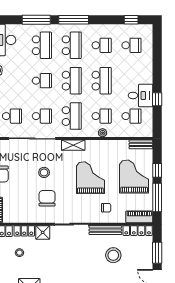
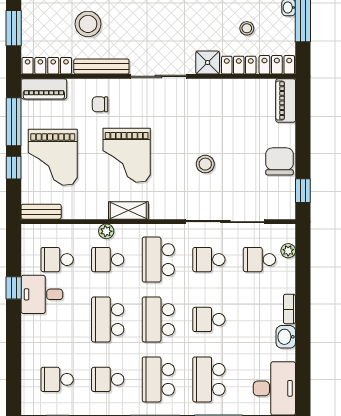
shelving: (73, 145) -> (128, 210), moved
chair: (47, 198) -> (200, 120), removed

